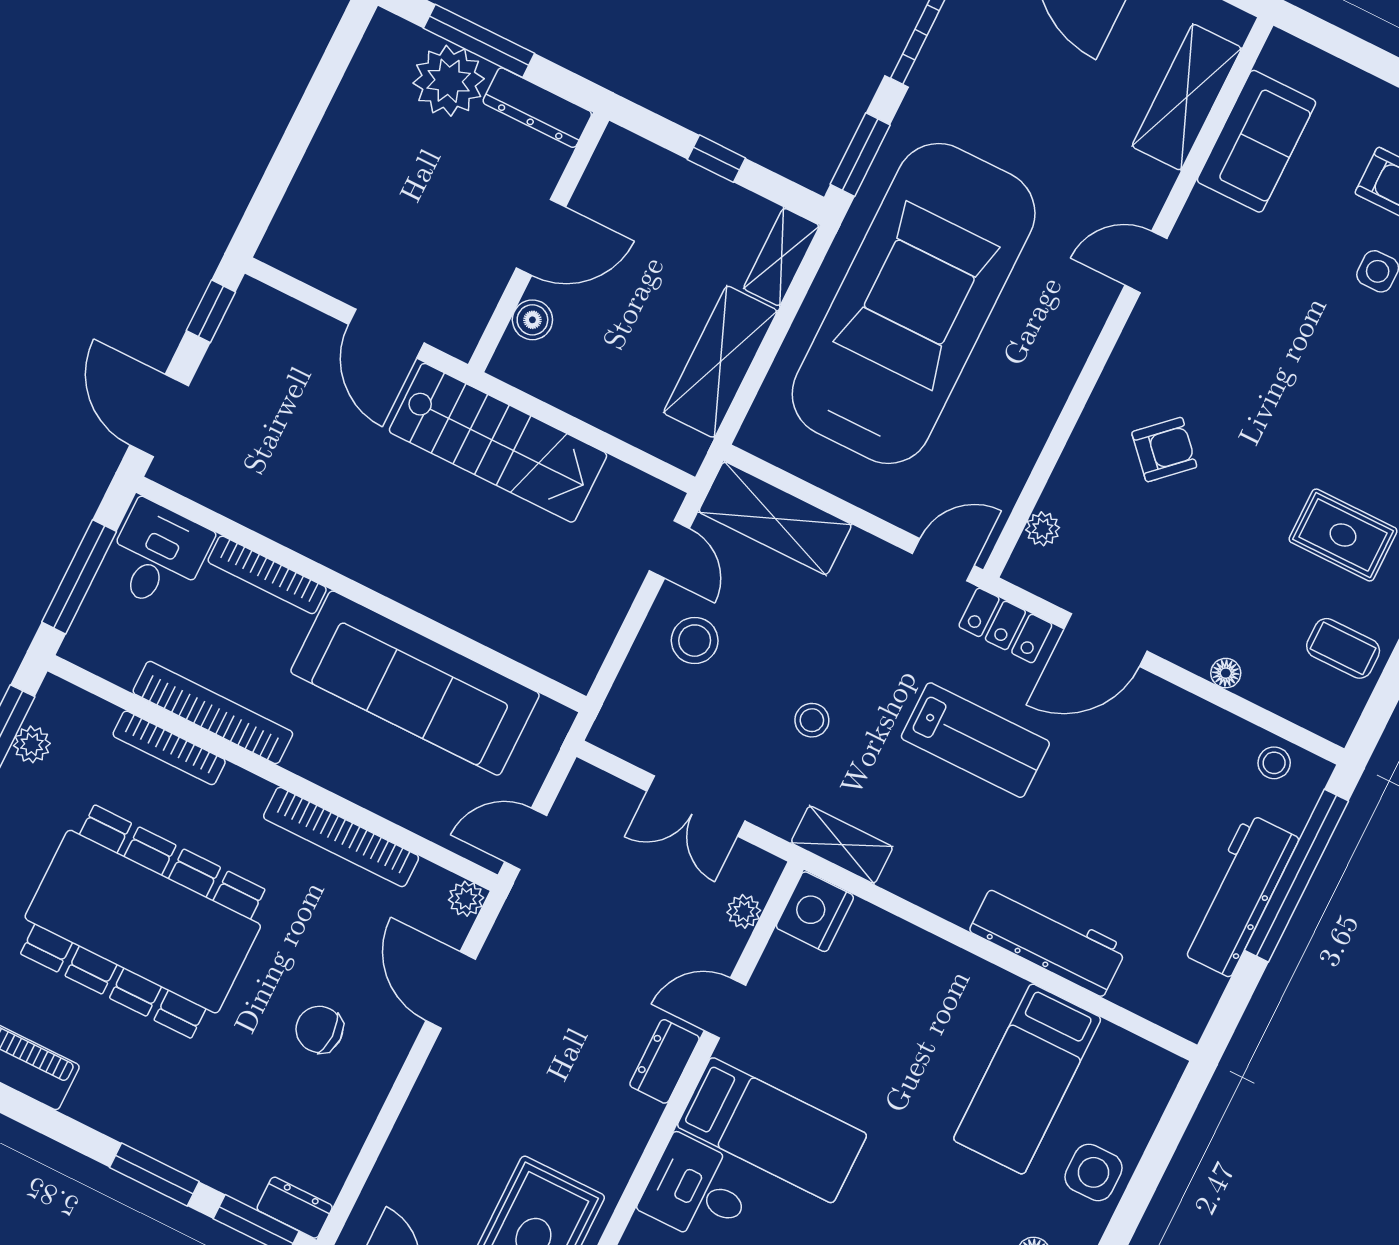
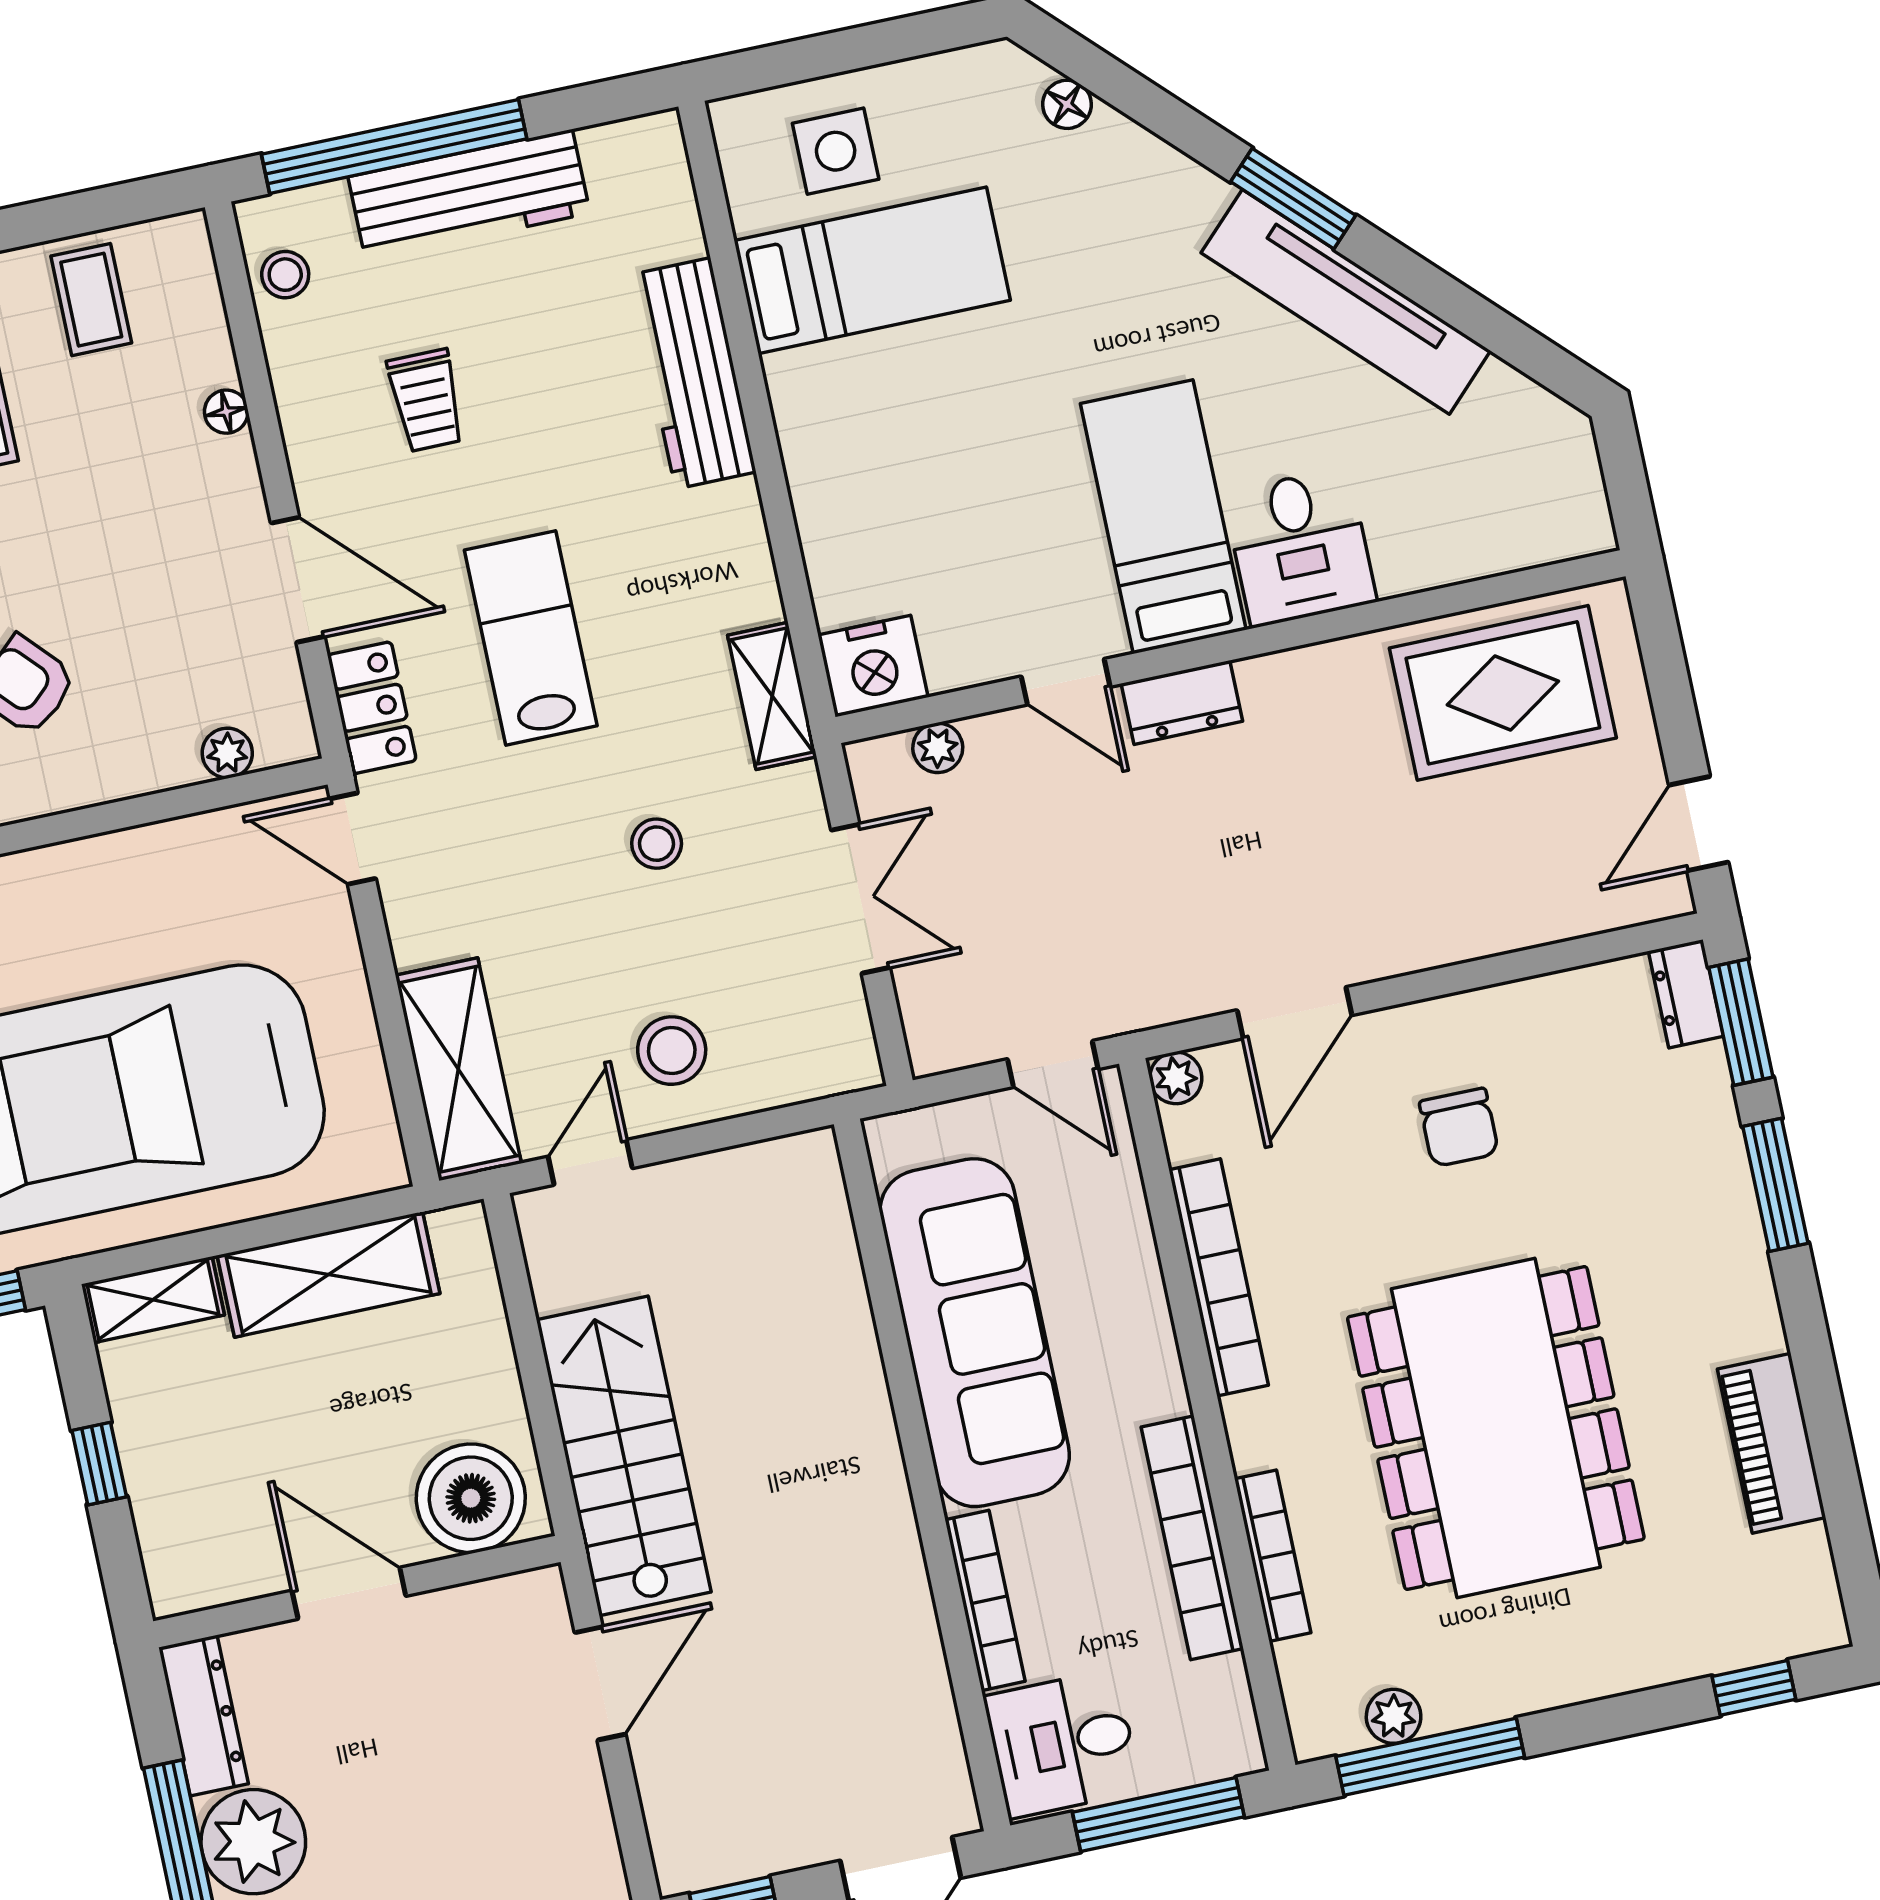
boiler: (532, 320) -> (471, 1498), width x1.86, depth x1.86
trolley: (1147, 785) -> (426, 400), added
side table: (1093, 1172) -> (836, 151), moved

